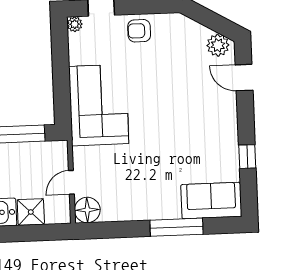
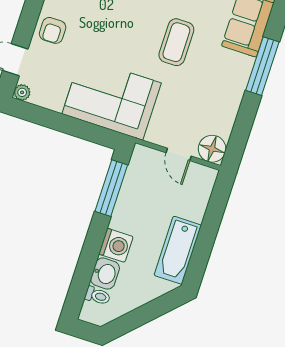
coffee table: (169, 144) -> (176, 42), added
shower: (31, 212) -> (193, 206), removed

